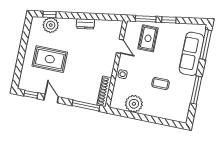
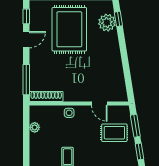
dresser: (85, 24) -> (116, 60), removed
door: (120, 46) -> (99, 103), hinge flipped
rug: (50, 59) -> (69, 29), width x1.37, depth x1.44
plant: (134, 104) -> (35, 127), width x0.53, depth x0.53

